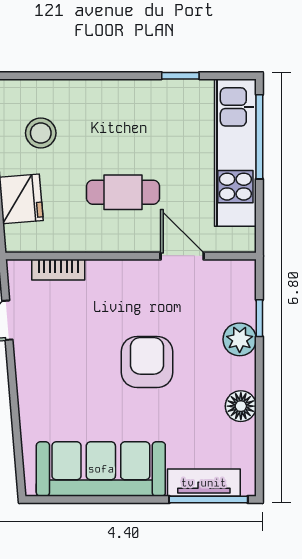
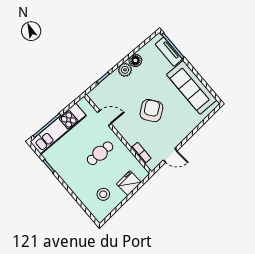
cafe table: (123, 192) -> (100, 153), turned 90
door: (182, 256) -> (104, 118), swing flipped
plant: (240, 339) -> (125, 70), moved
armchair: (147, 362) -> (151, 111), moved, turned 143

